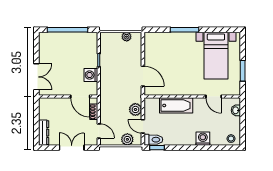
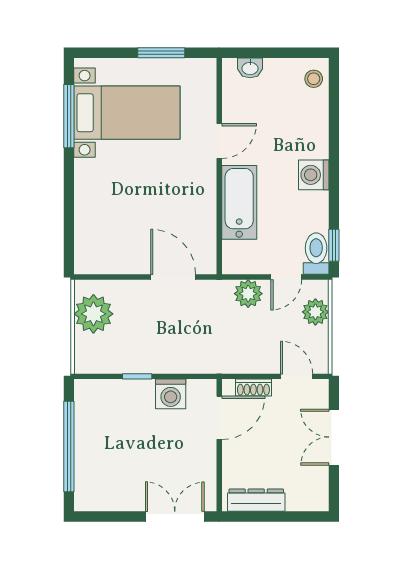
window: (185, 30) -> (69, 116), moved
plant: (127, 37) -> (93, 314), width x1.88, depth x1.88
door: (143, 76) -> (173, 277), hinge flipped
door: (214, 97) -> (219, 141), moved
door: (99, 131) -> (297, 376), hinge flipped
dresser: (44, 133) -> (256, 500), moved
washing machine: (203, 139) -> (314, 175), moved

